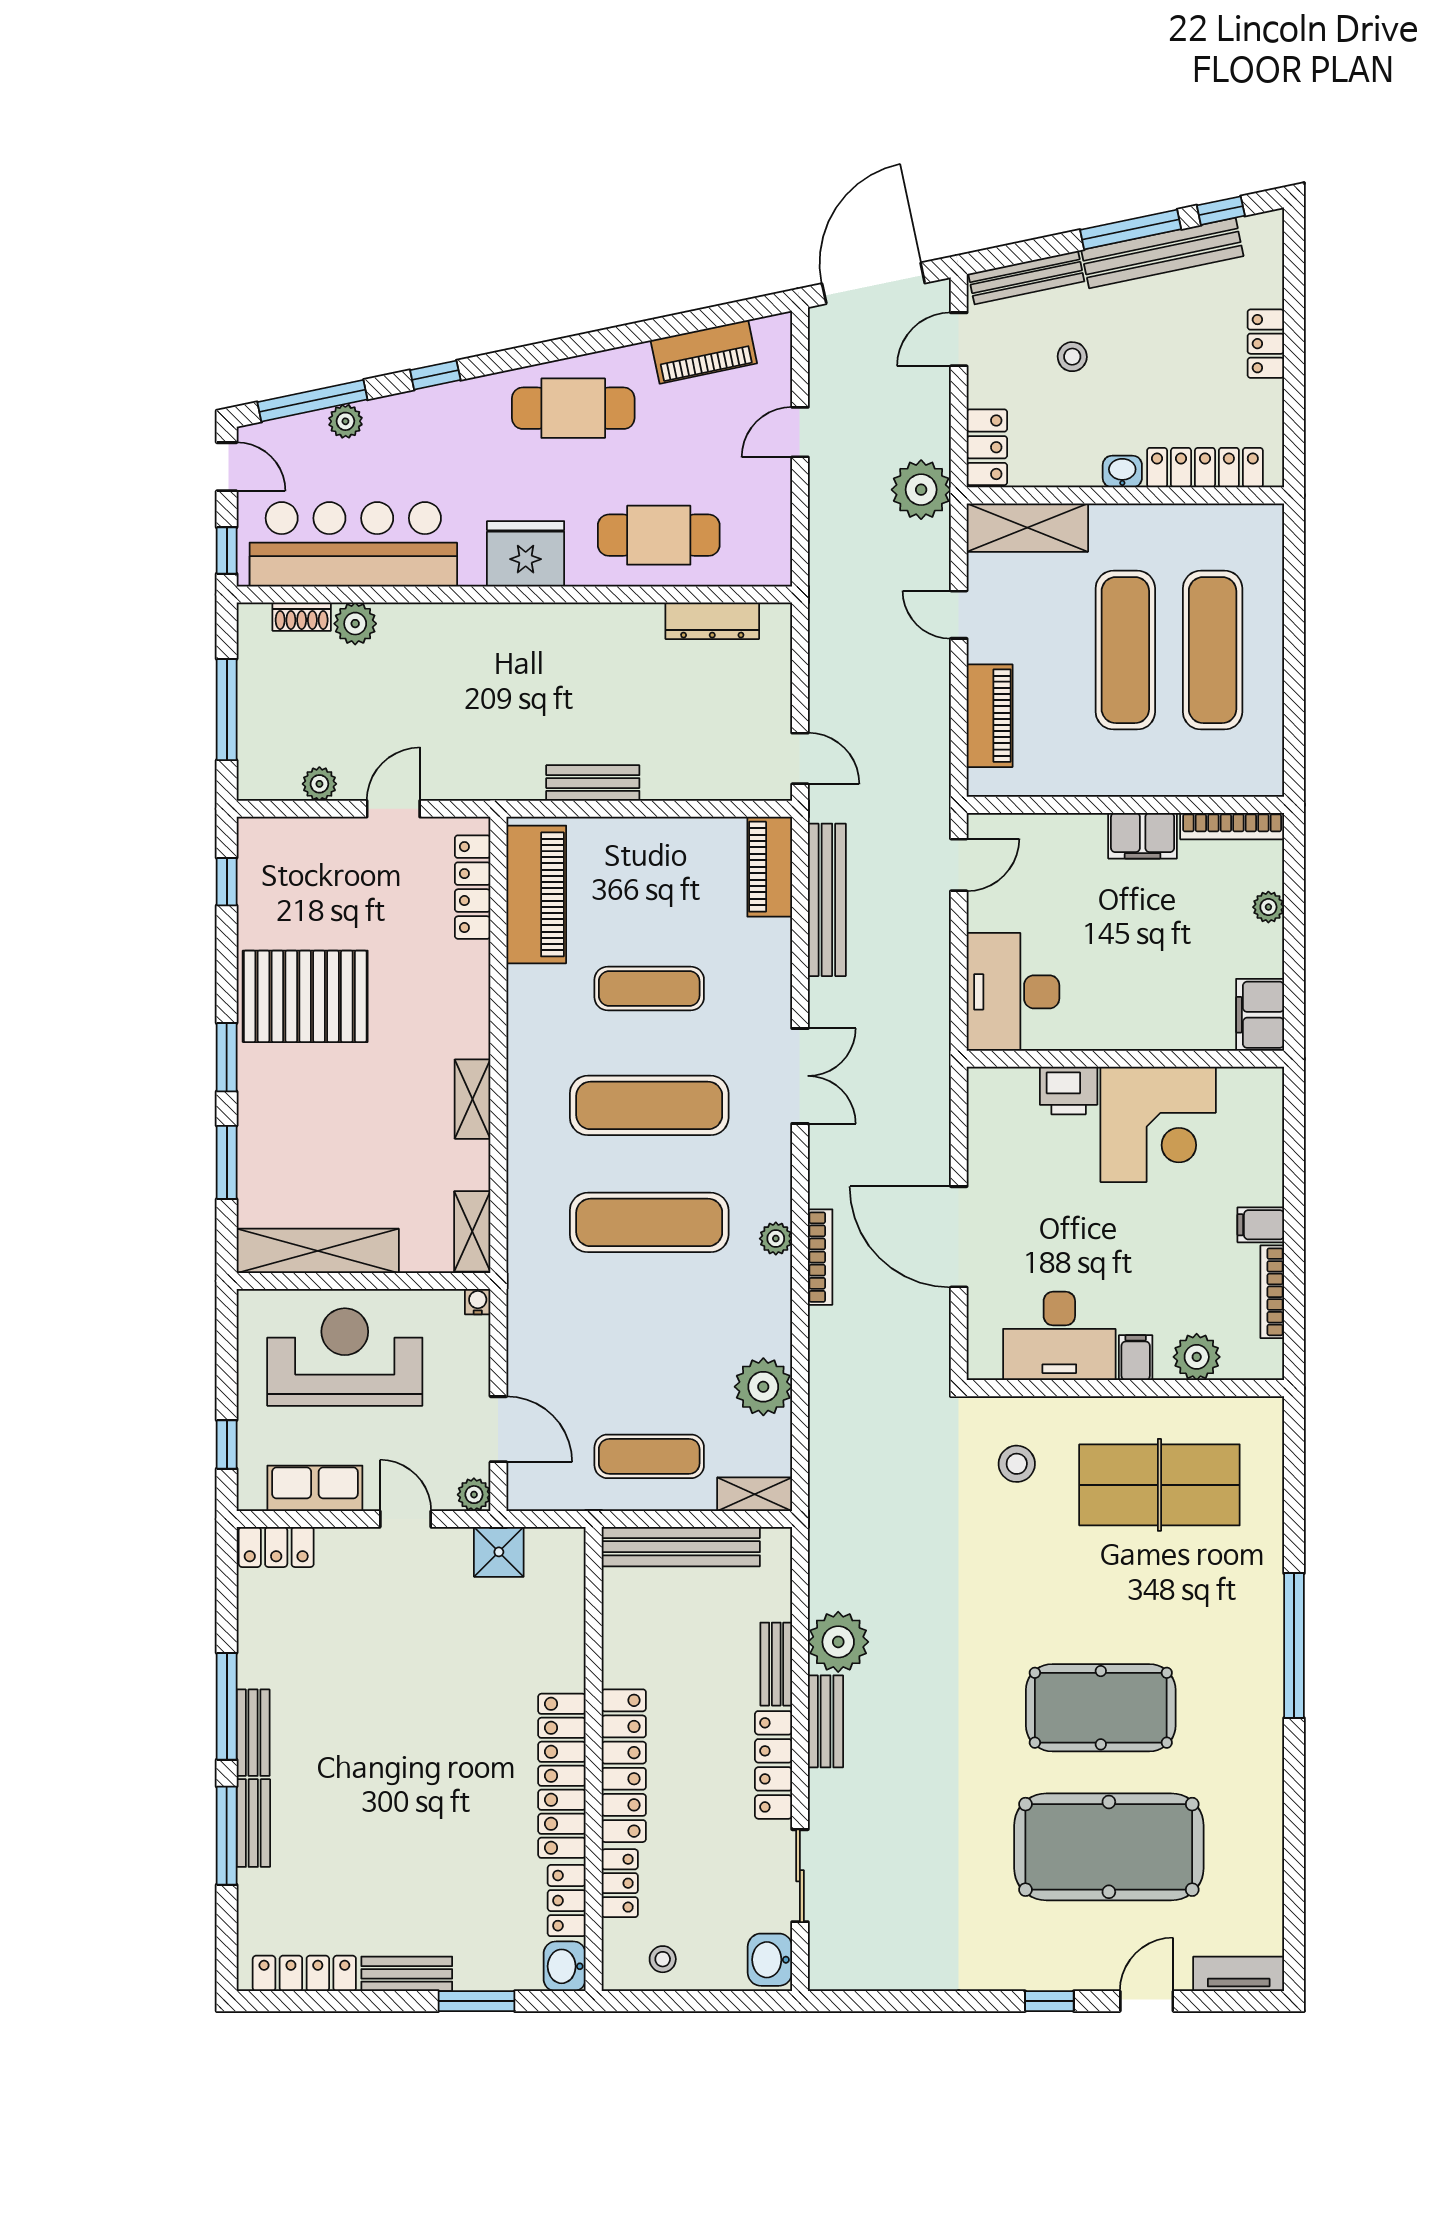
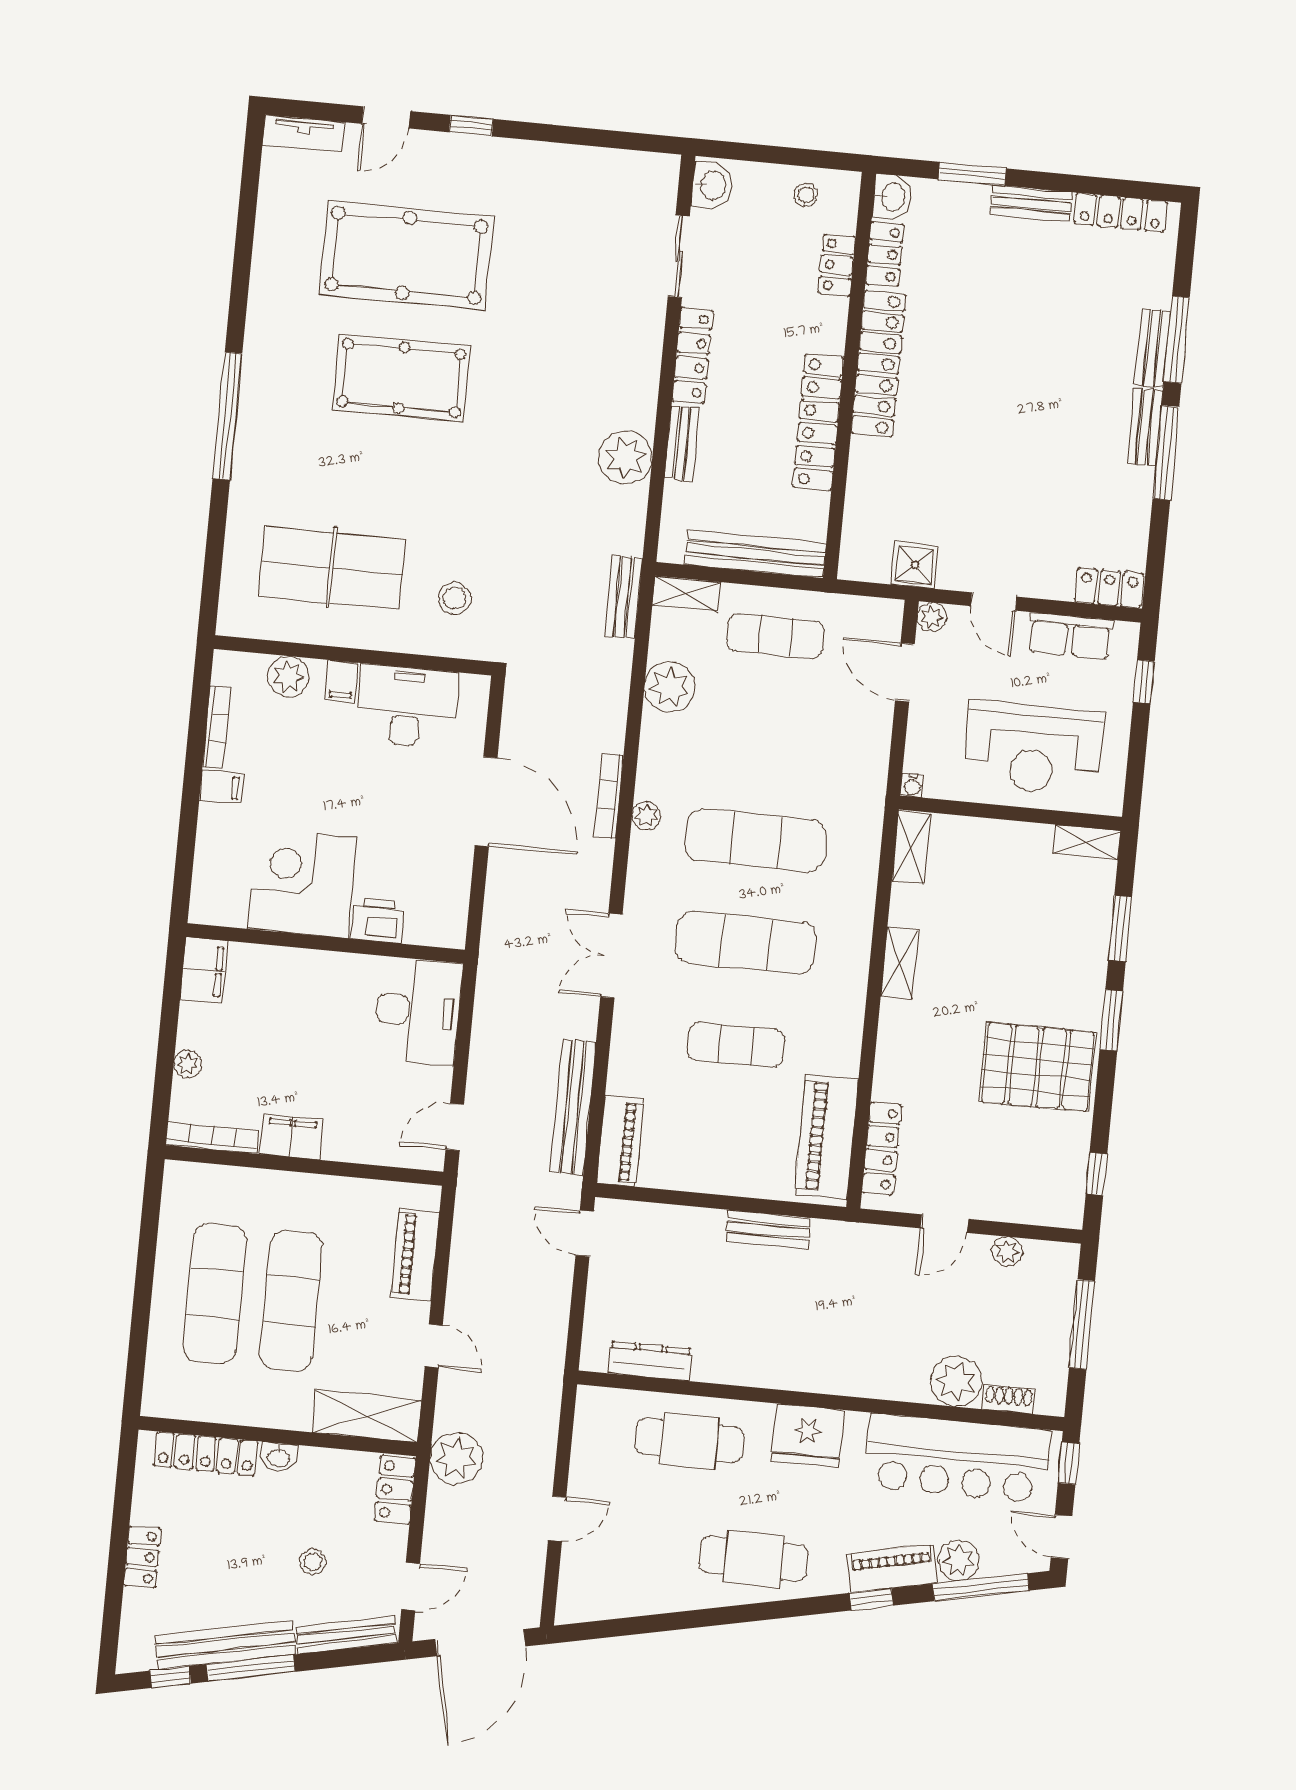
piano: (704, 352) -> (892, 1569), moved
plant: (345, 421) -> (959, 1560), width x1.38, depth x1.38
plant: (355, 624) -> (956, 1381), width x1.36, depth x1.36
shelving: (318, 1251) -> (1087, 842), width x0.45, depth x0.75
bench: (826, 1721) -> (623, 597), moved
locker: (624, 1766) -> (818, 422), moved

